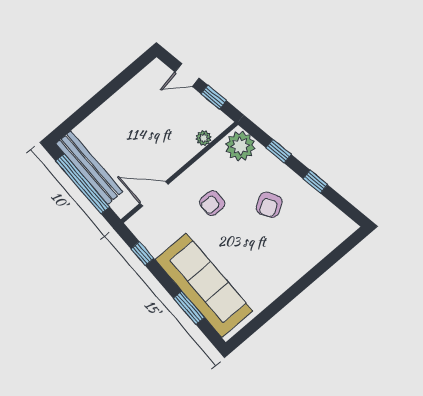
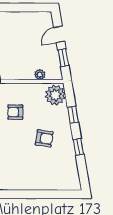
door: (187, 75) -> (59, 34), hinge flipped
armchair: (269, 205) -> (44, 138), turned -139

